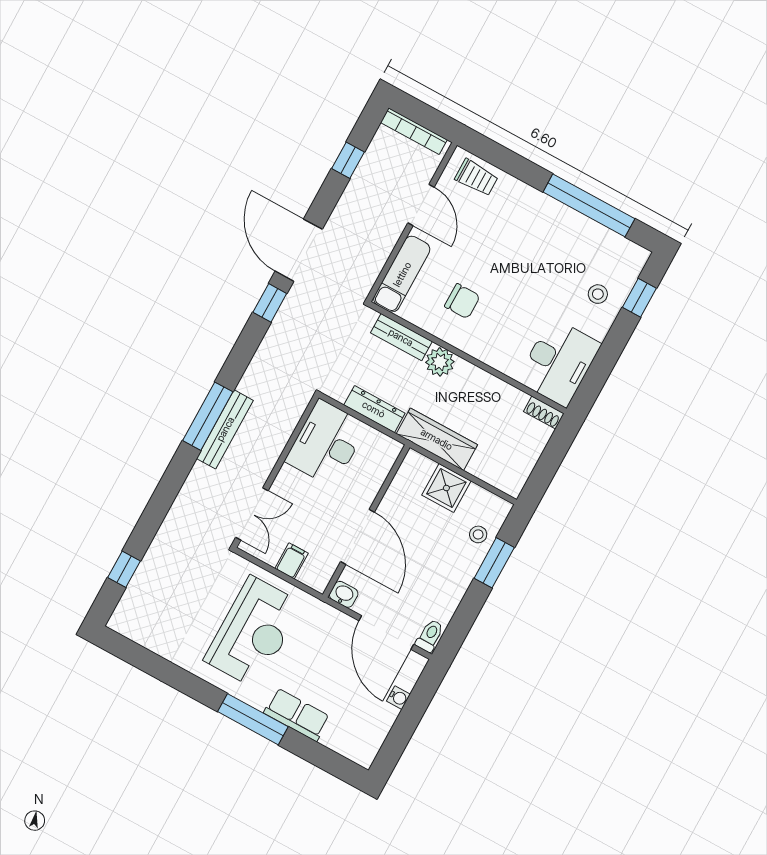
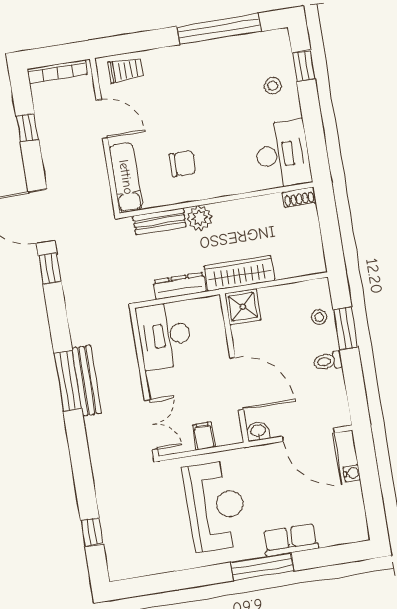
shower: (446, 488) -> (243, 307), moved
toilet: (430, 636) -> (328, 361), moved, turned -90

